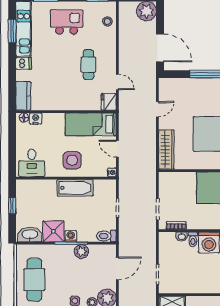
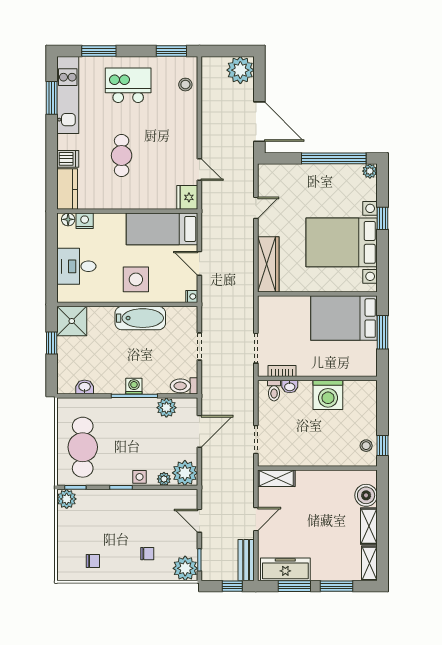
dishwasher: (24, 63) -> (68, 159), moved
cafe table: (88, 65) -> (122, 155), moved
desk: (32, 163) -> (76, 266), moved, turned 90
shower: (53, 231) -> (72, 321), moved
washbasin: (30, 235) -> (85, 387), width x0.52, depth x0.69
toilet: (193, 239) -> (274, 391), moved
plant: (81, 251) -> (166, 408), moved

